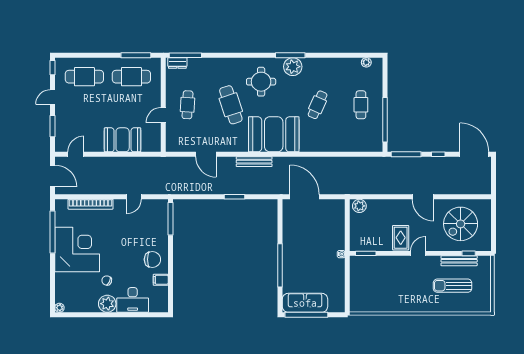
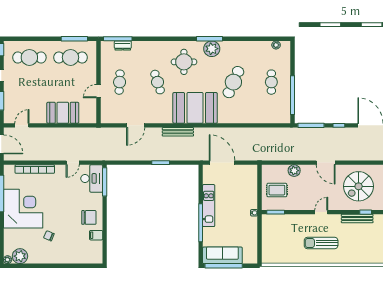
dresser: (177, 63) -> (123, 45), moved
cafe table: (231, 105) -> (158, 82), width x0.73, depth x0.74
cafe table: (318, 105) -> (233, 82), width x1.37, depth x1.35
door: (206, 154) -> (136, 125), hinge flipped
plant: (359, 206) -> (294, 171), moved
rug: (401, 238) -> (277, 190), moved, turned 90
kitchen unit: (289, 246) -> (209, 206), added
sun lounger: (453, 286) -> (321, 243), moved
desk: (133, 300) -> (92, 178), moved, turned -90
plant: (107, 304) -> (20, 256), moved

